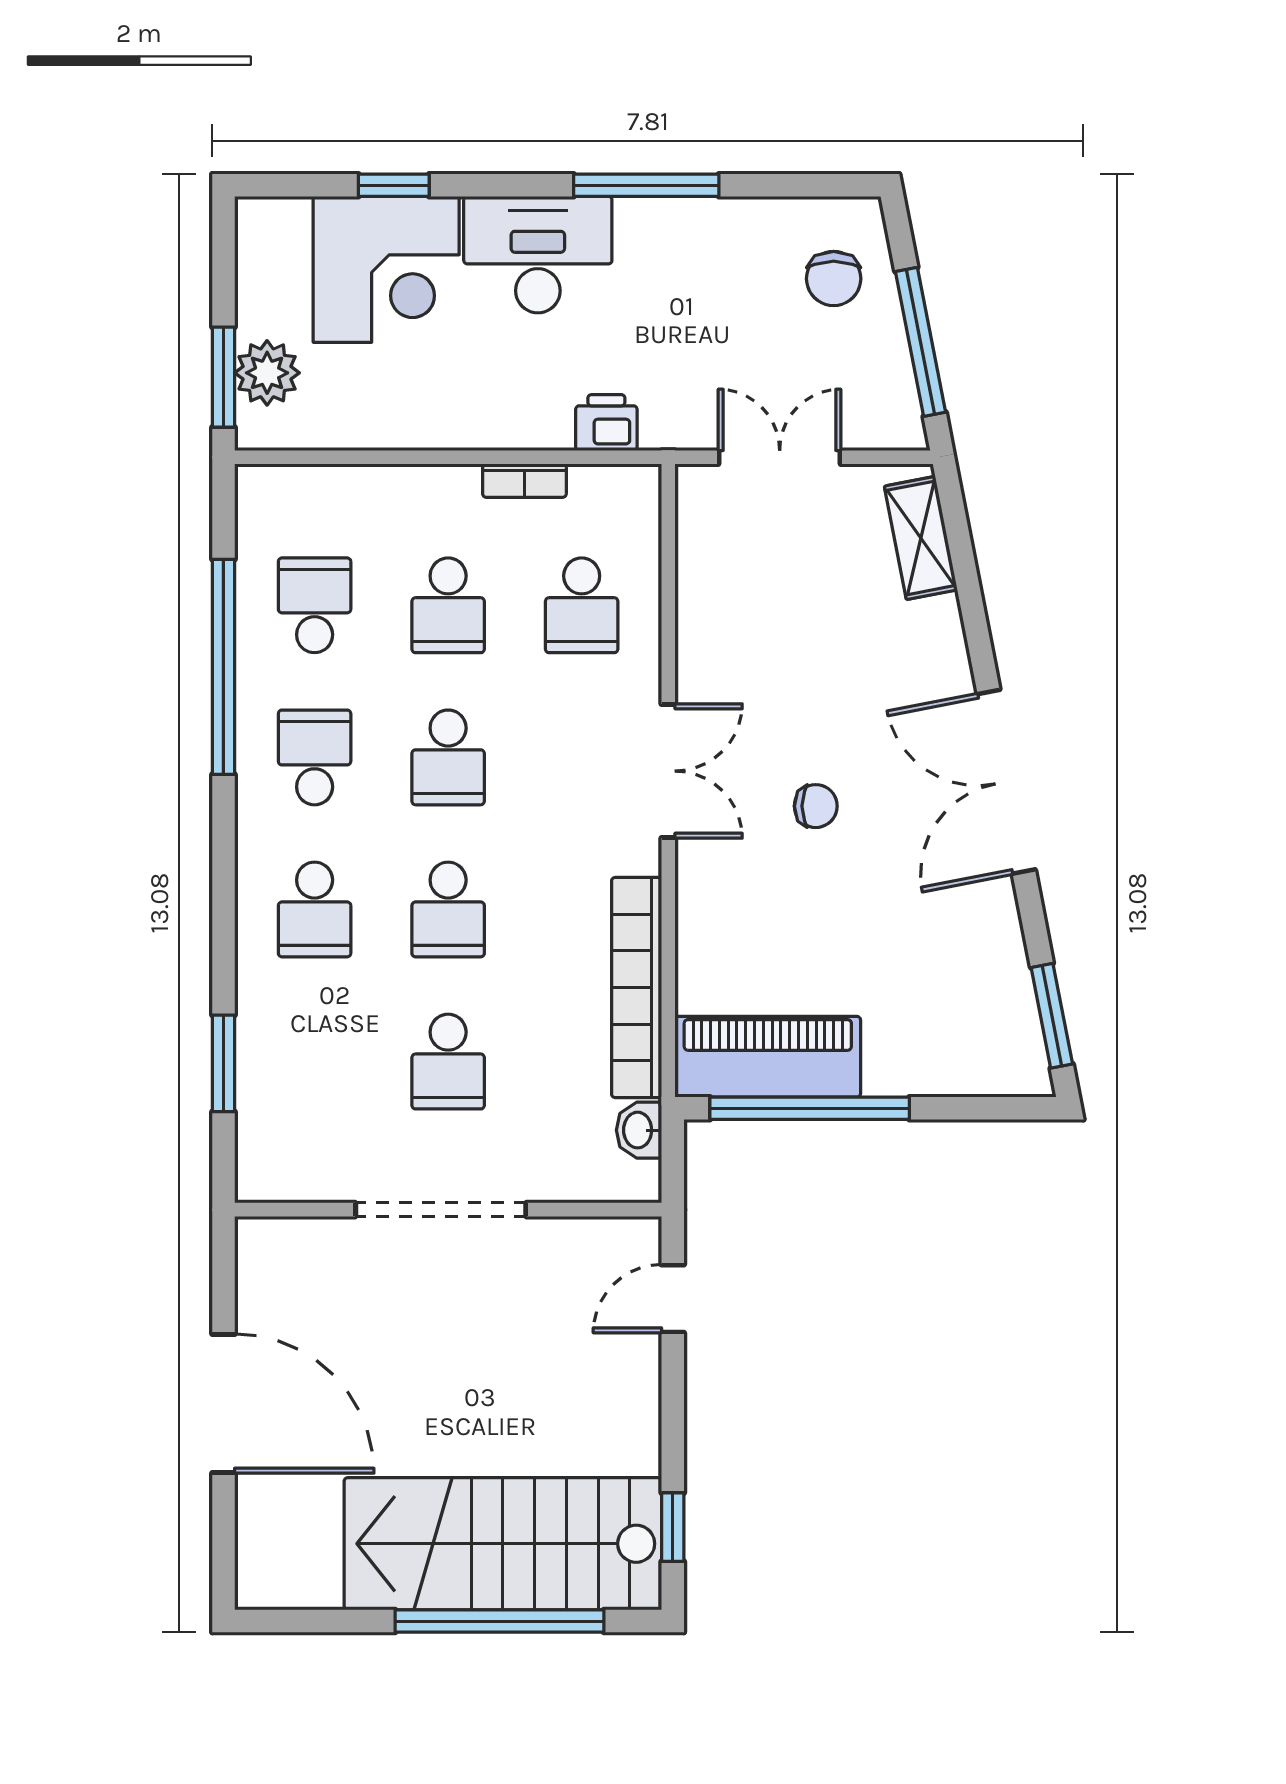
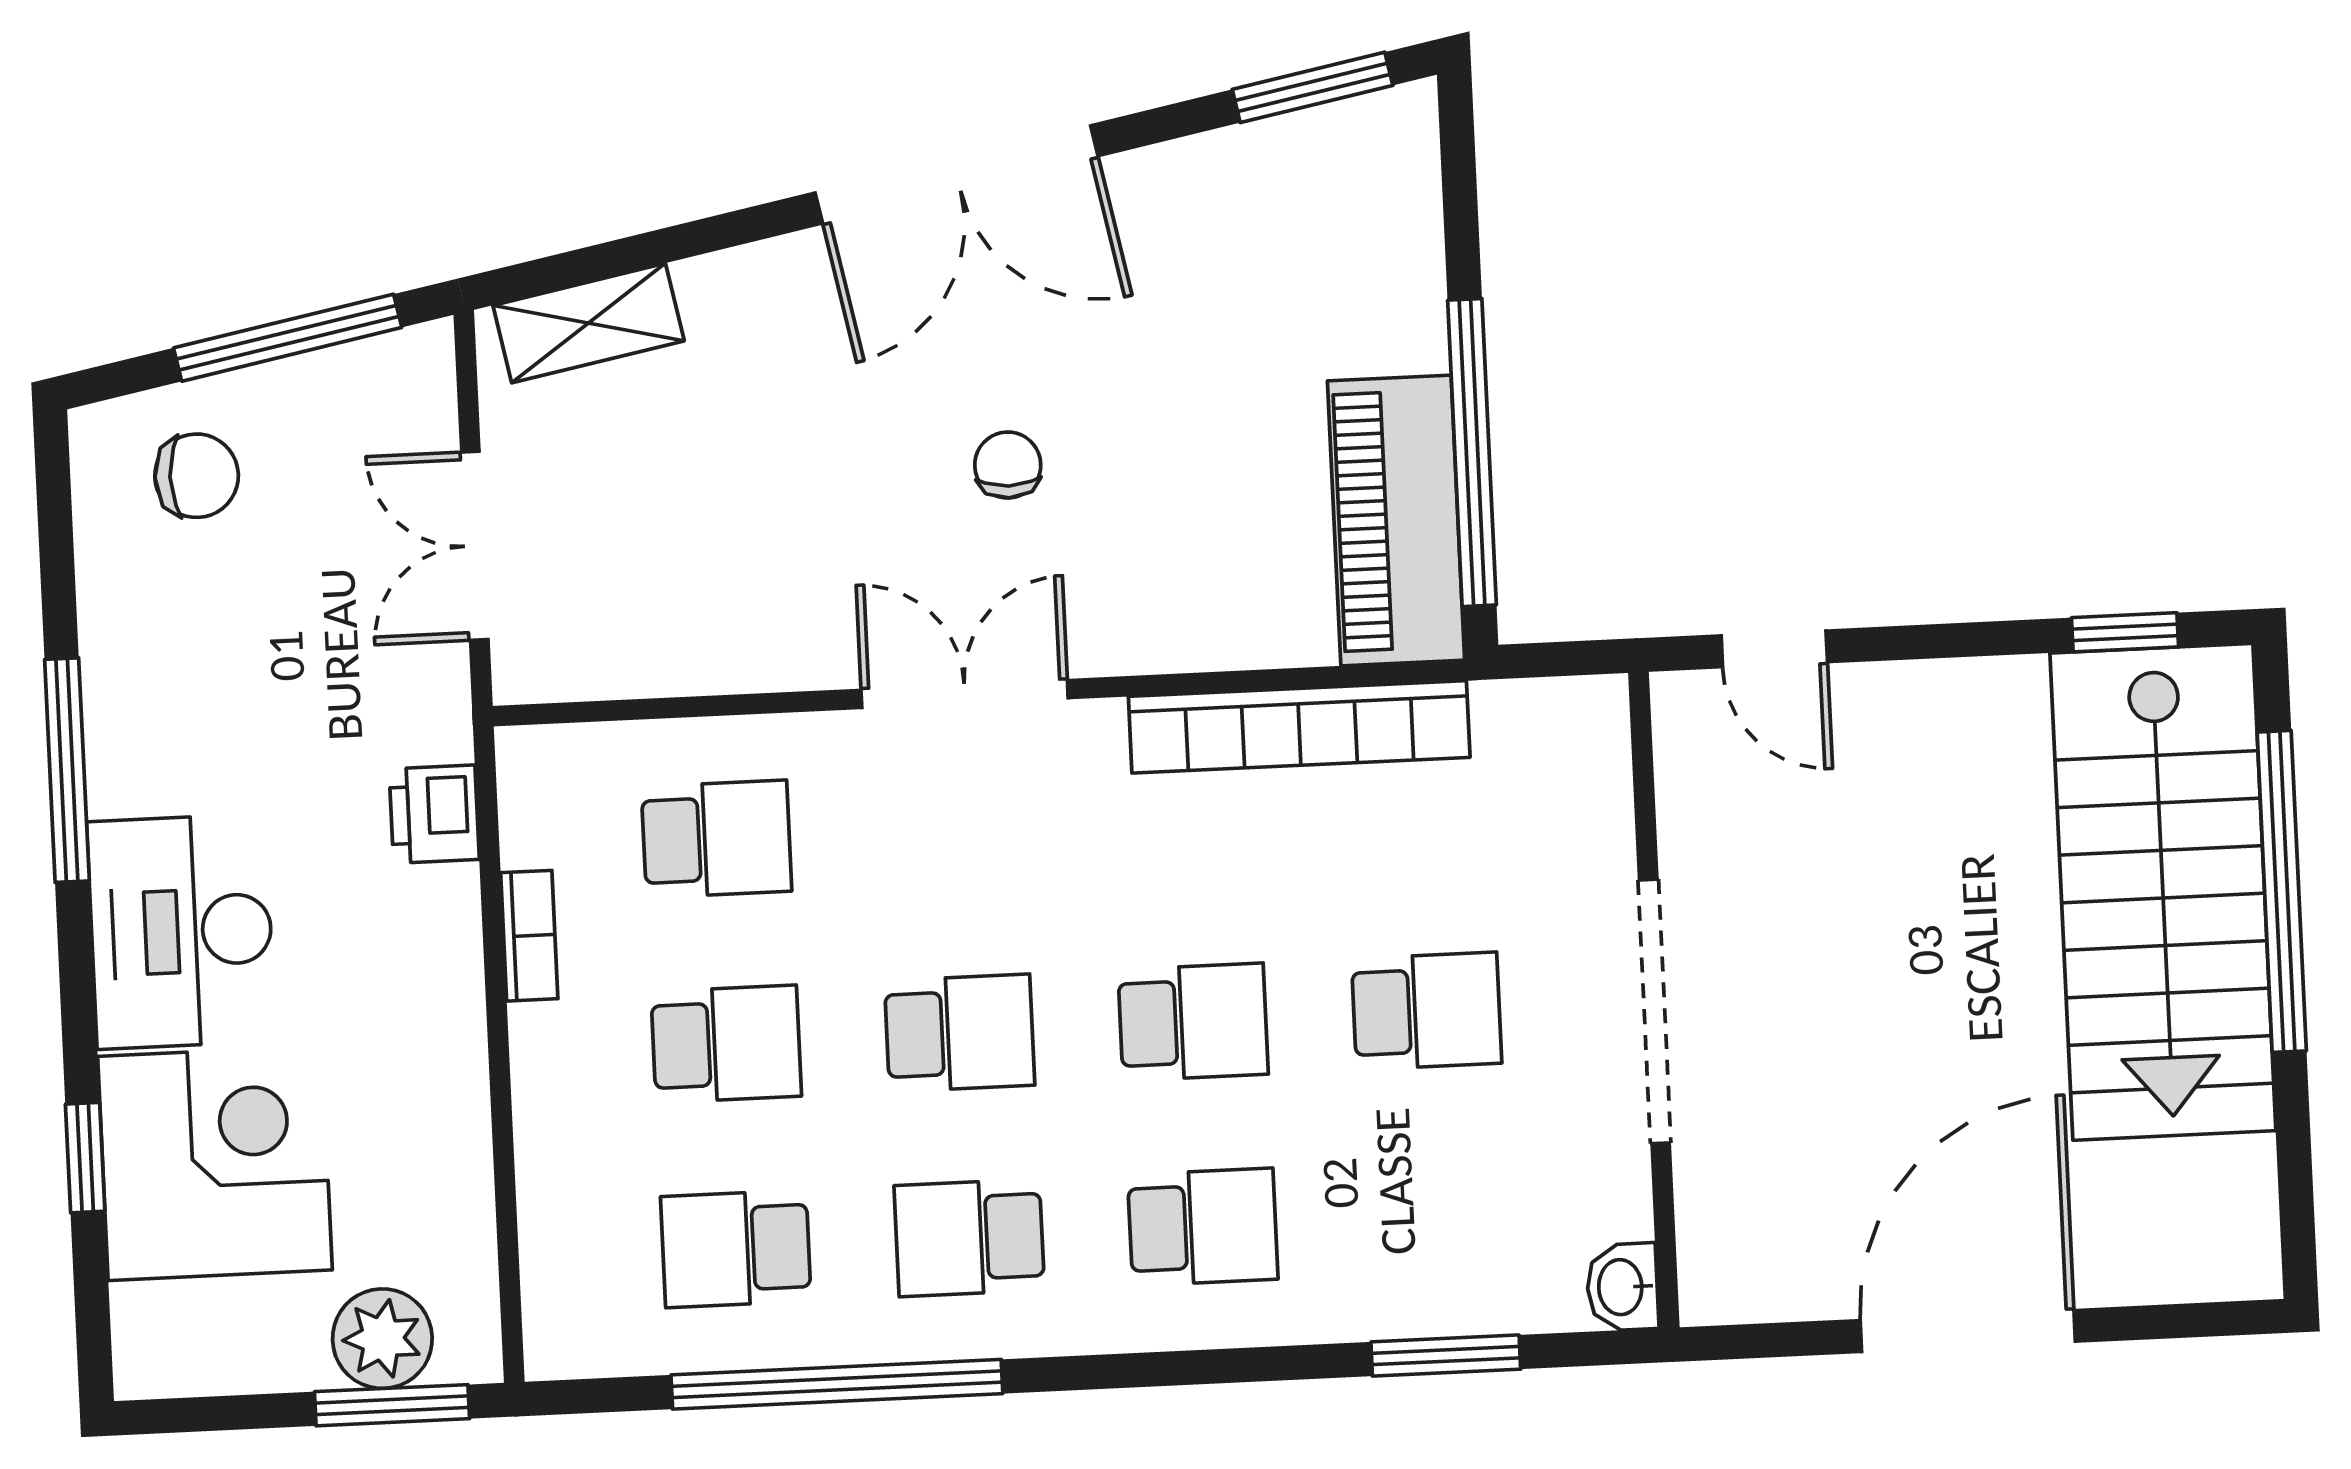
washbasin: (639, 1130) -> (1622, 1287), moved, turned 90

